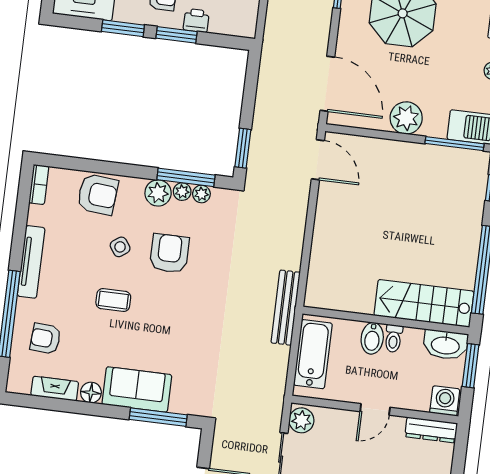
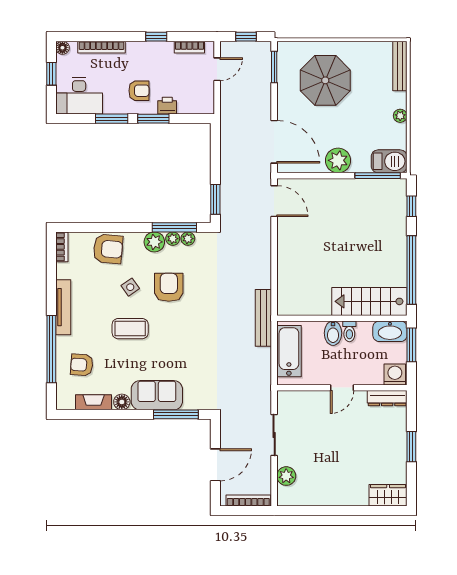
coffee table: (113, 300) -> (130, 329), width x1.36, depth x1.30
plant: (301, 420) -> (286, 403), removed

